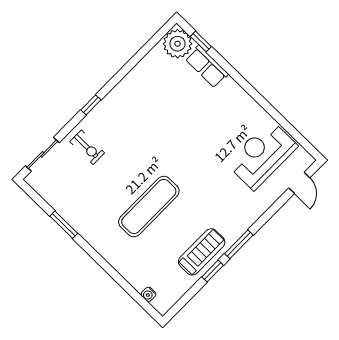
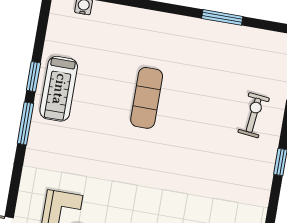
exercise bike: (87, 147) -> (254, 115), turned 96
exercise mat: (149, 207) -> (147, 98), width x0.73, depth x0.69

